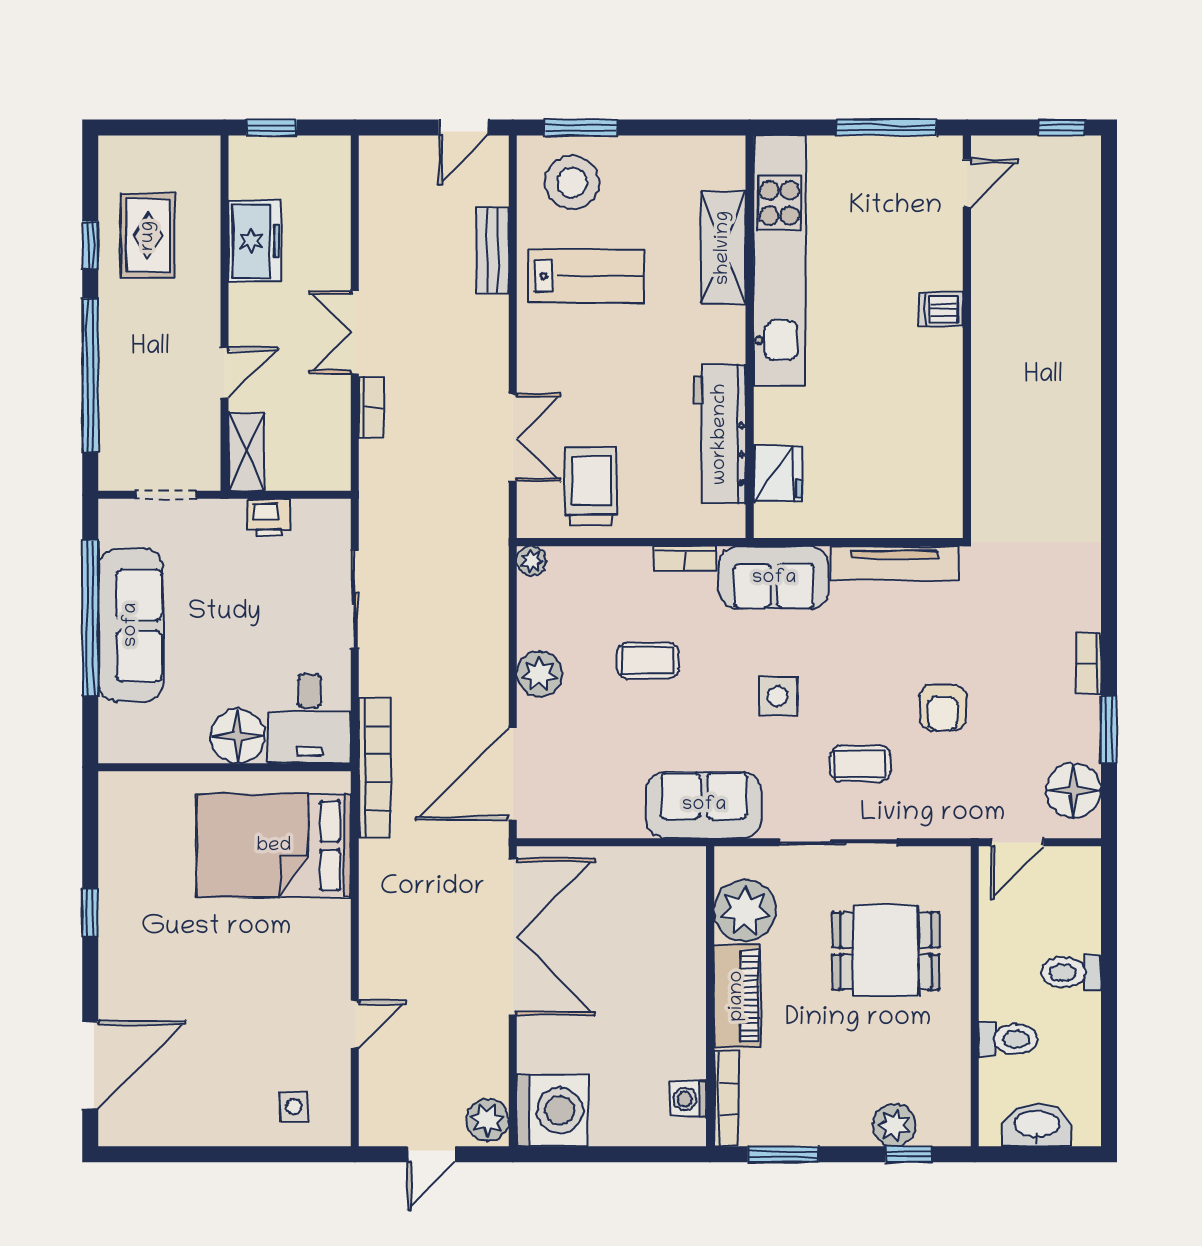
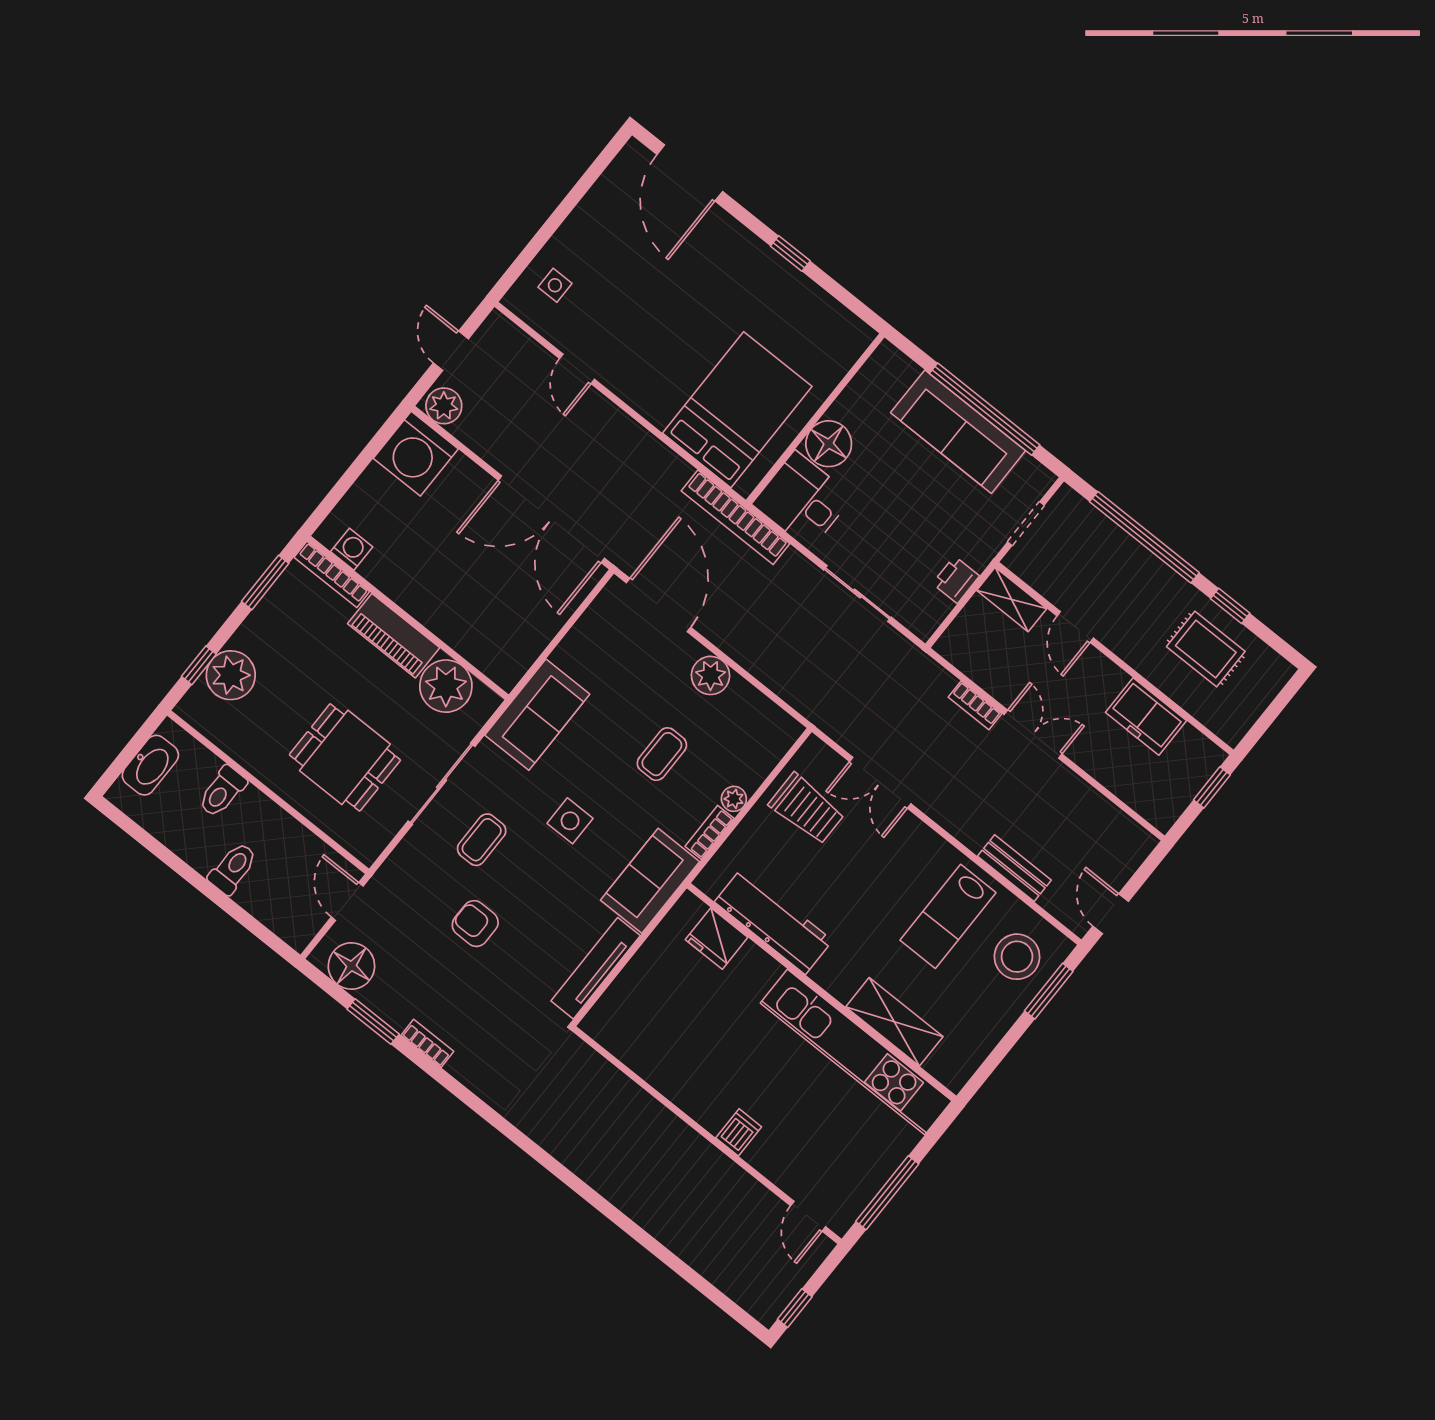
plant: (531, 561) -> (734, 799), moved
dining table: (886, 951) -> (345, 757), turned 90
plant: (894, 1125) -> (231, 675), width x1.36, depth x1.36

